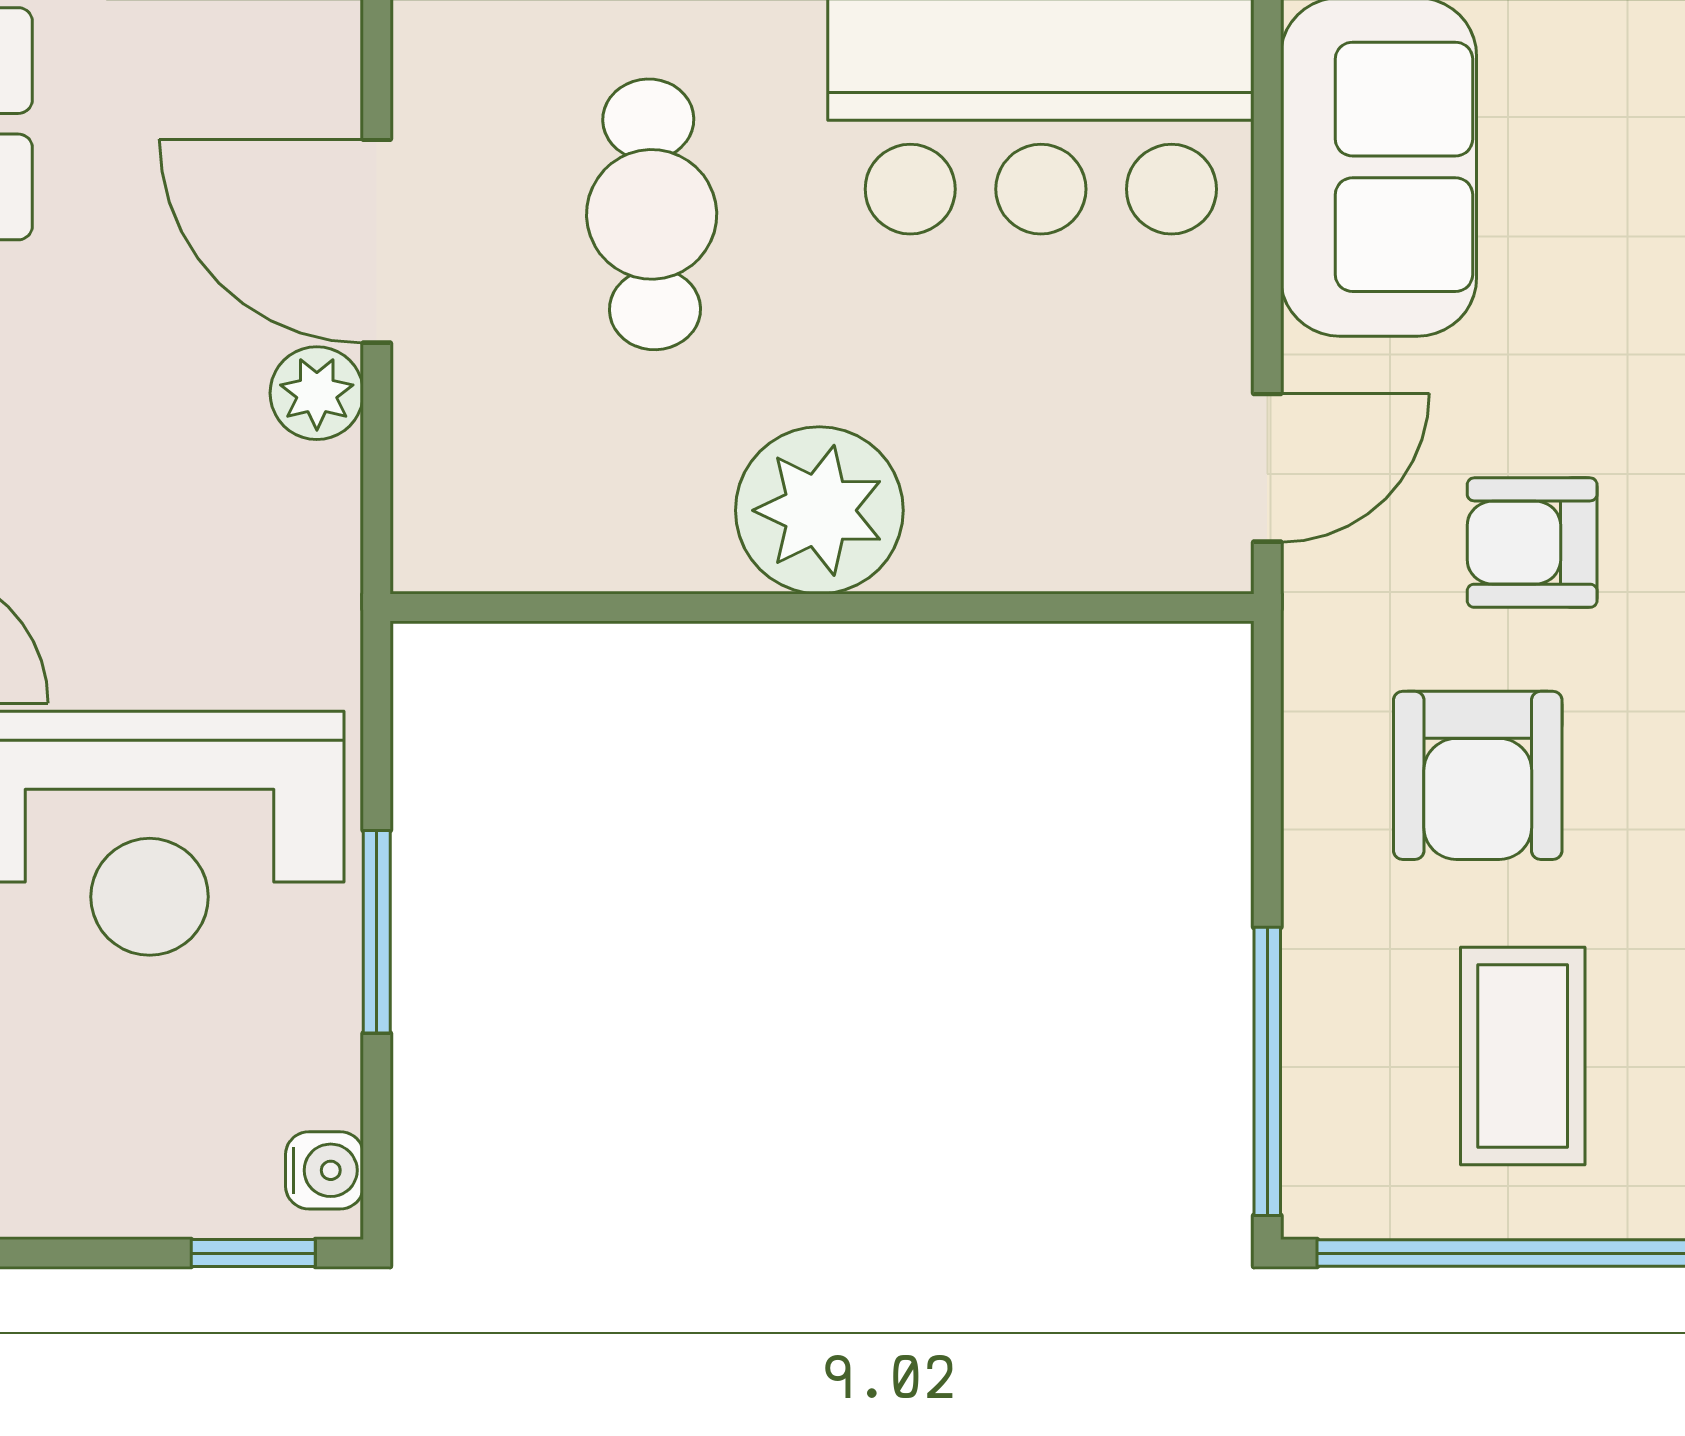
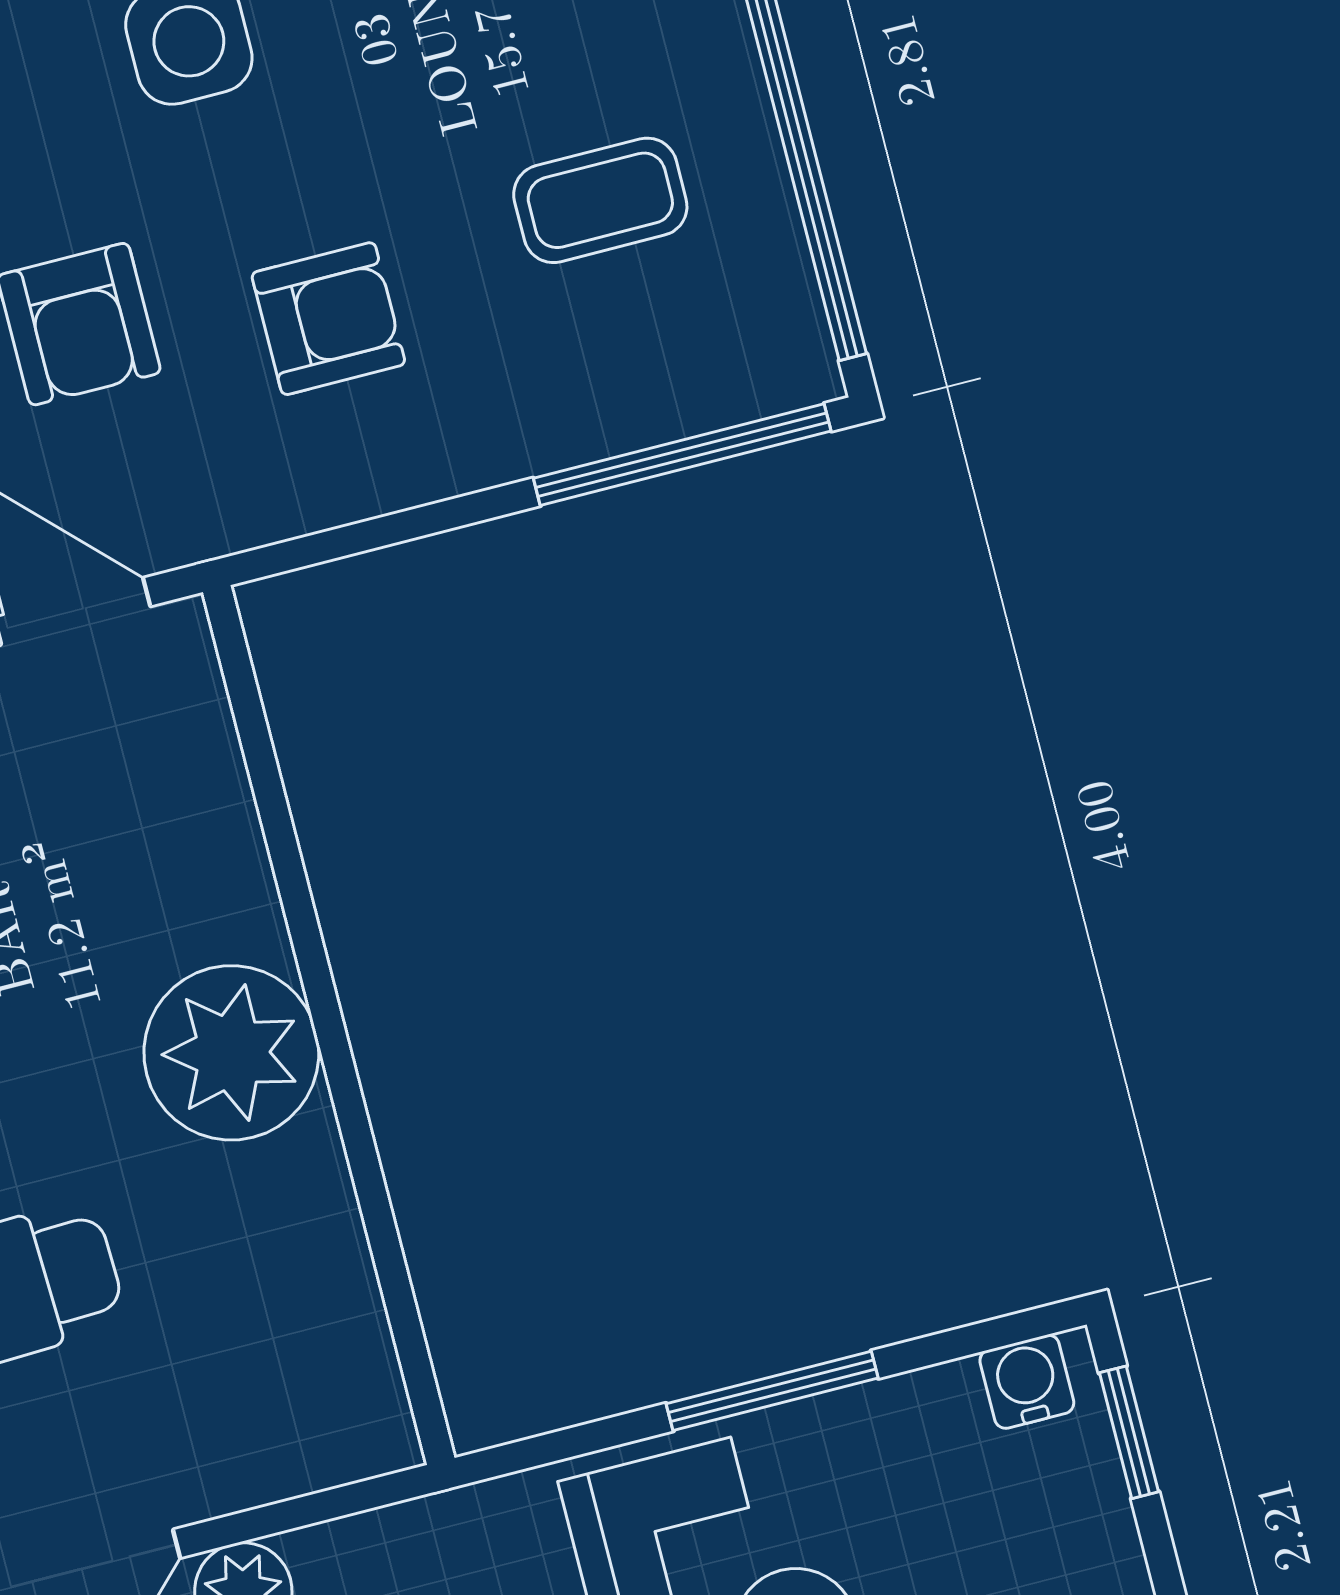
armchair: (1478, 775) -> (328, 319), width x0.72, depth x0.72
coffee table: (1523, 1056) -> (600, 200), width x0.73, depth x0.77

